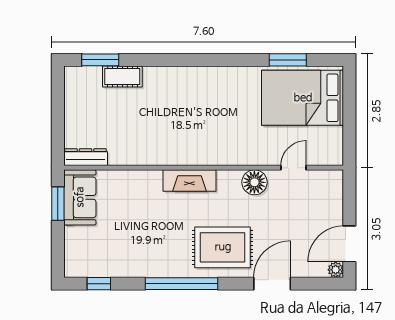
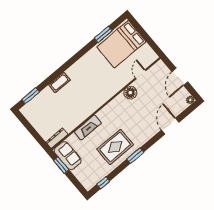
cot: (122, 77) -> (59, 82), moved
fireplace: (189, 181) -> (88, 127), moved
door: (349, 244) -> (180, 77), moved
rug: (223, 247) -> (115, 147), moved
window: (181, 284) -> (135, 156), width x0.47

